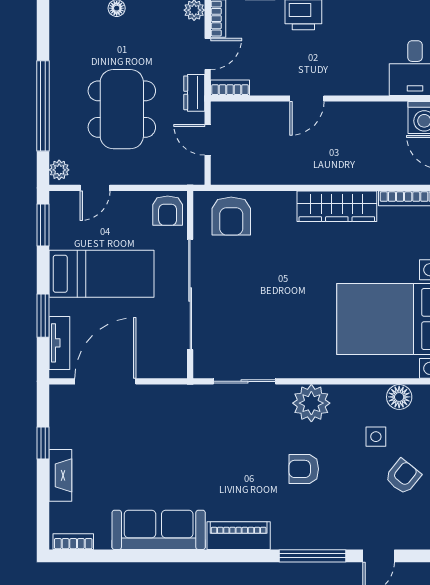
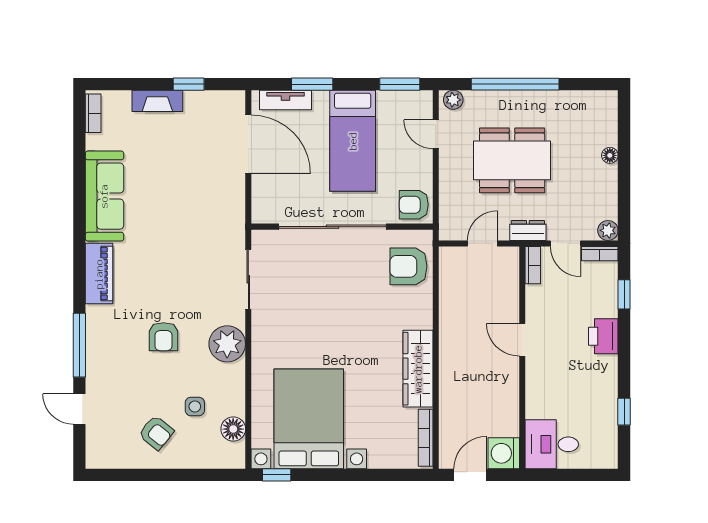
armchair: (304, 469) -> (164, 337), turned 180

